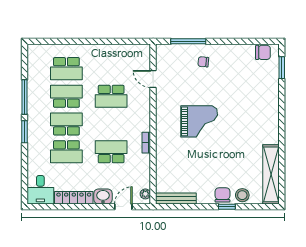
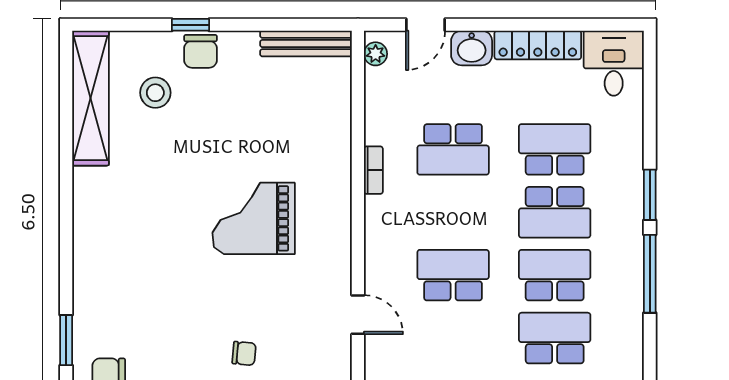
school desk: (66, 96) -> (555, 275), turned 180
stool: (242, 195) -> (155, 93), moved

